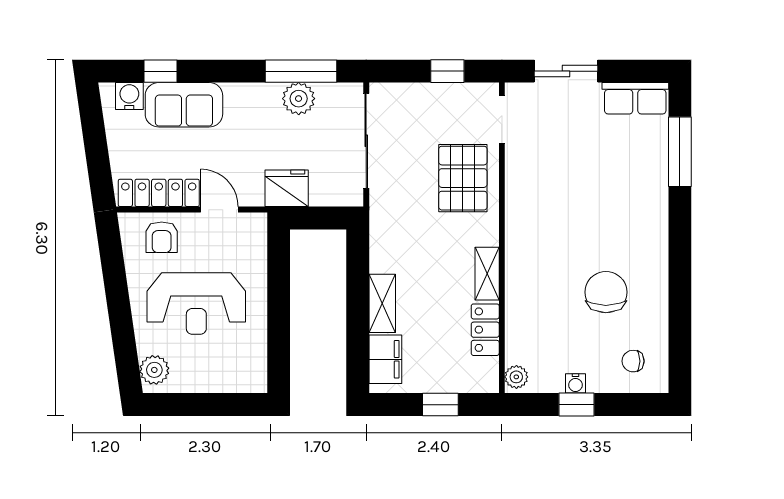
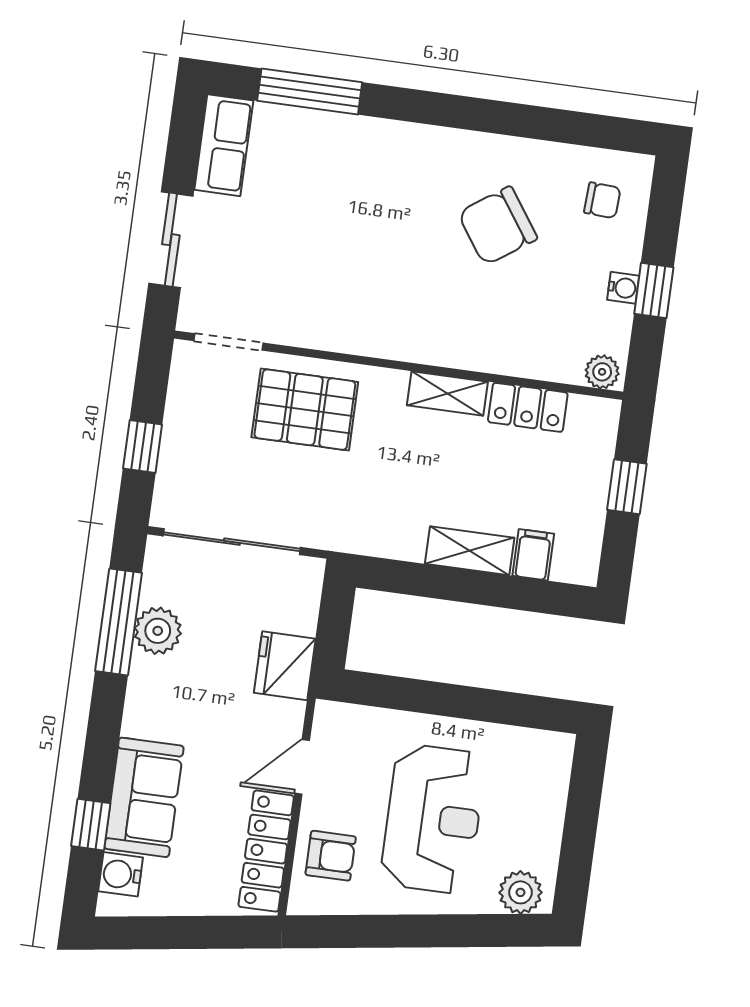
window: (447, 71) -> (143, 446), moved
chair: (606, 292) -> (498, 226), turned -35
filing cabinet: (385, 359) -> (533, 555), width x0.50
chair: (633, 361) -> (602, 200), turned -87

